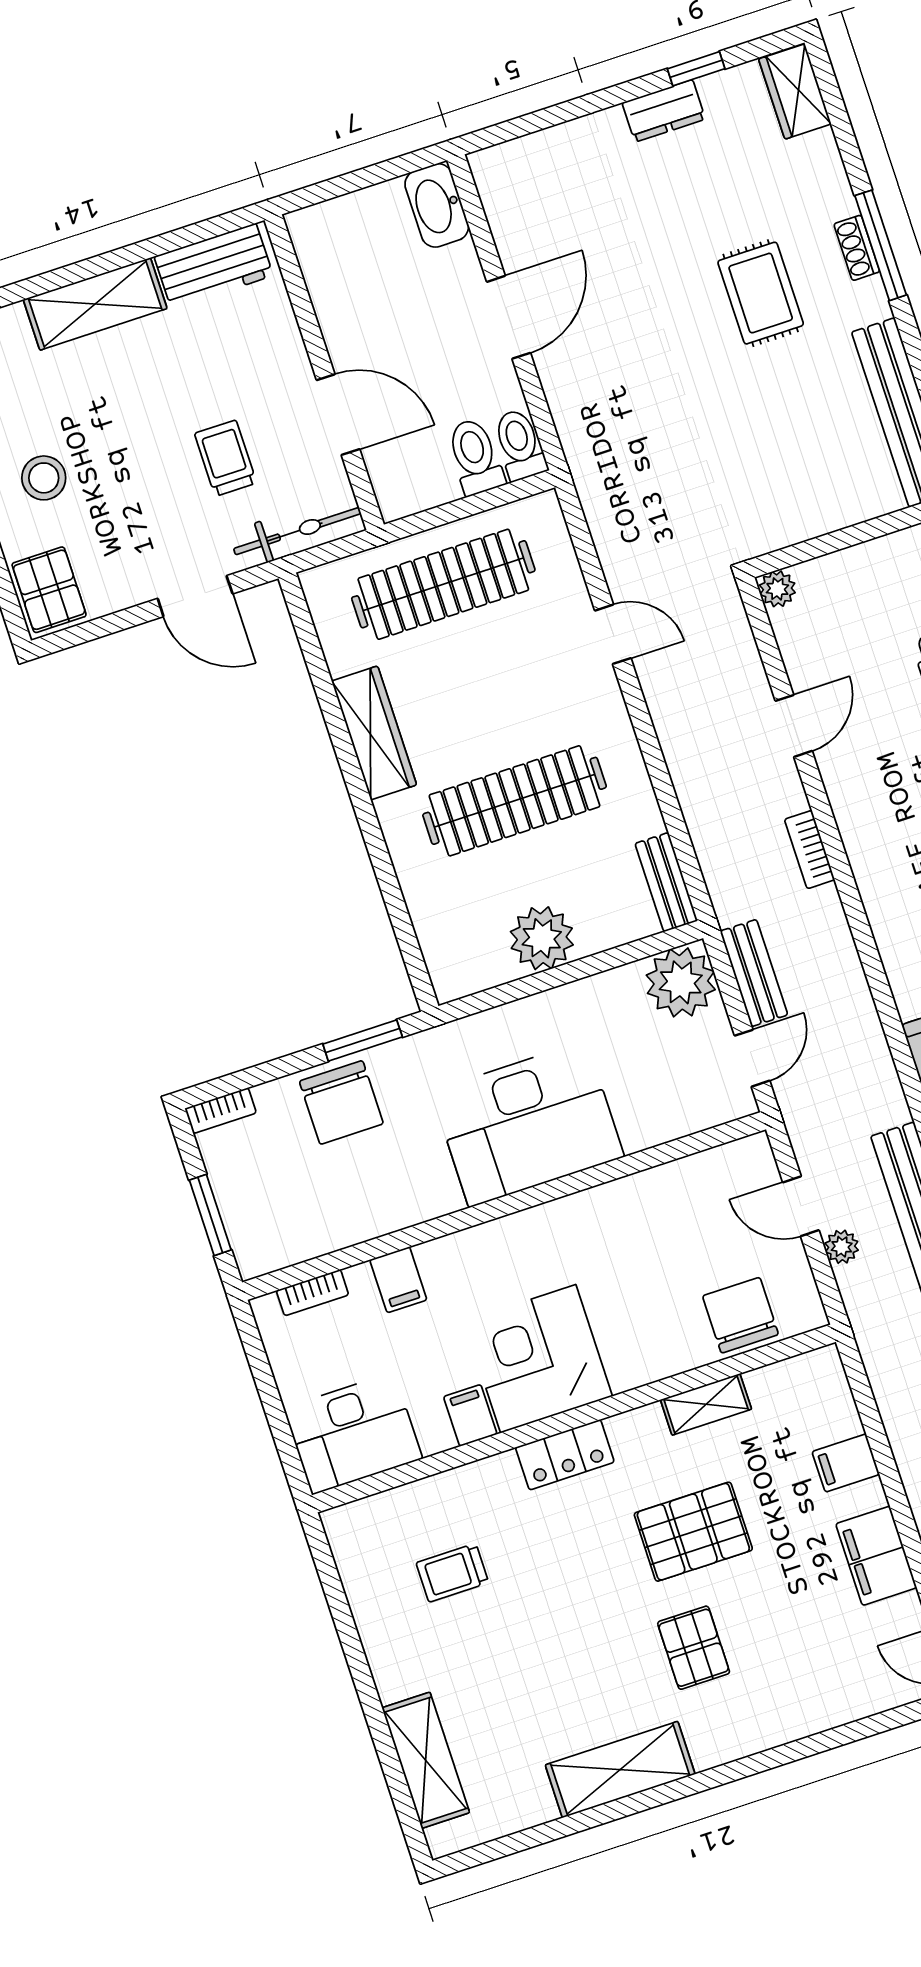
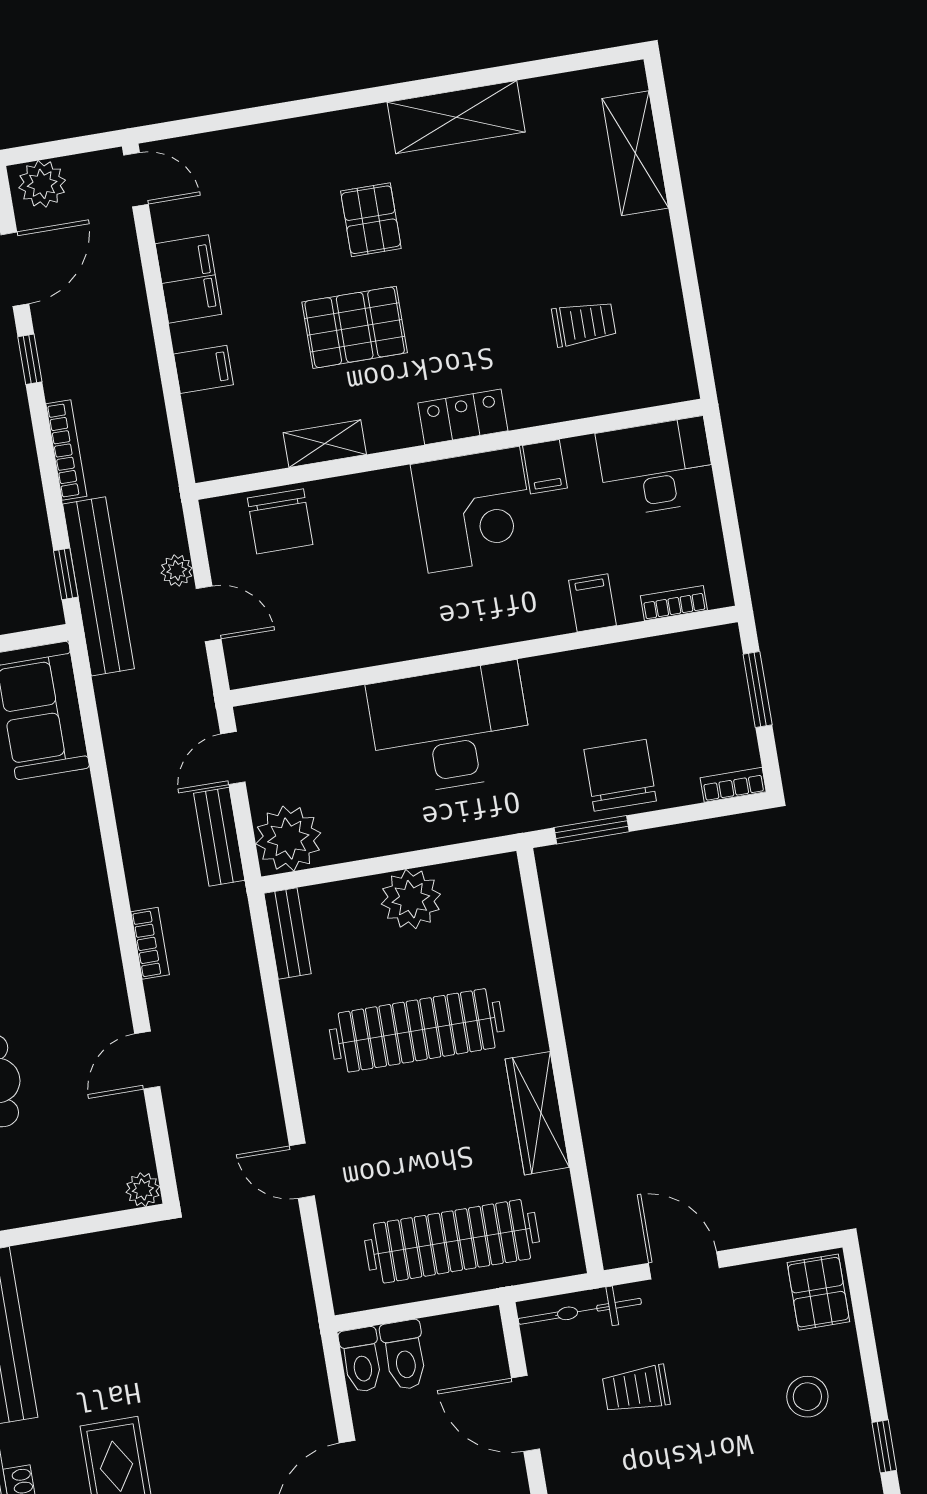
trolley: (226, 458) -> (636, 1389), turned 90

